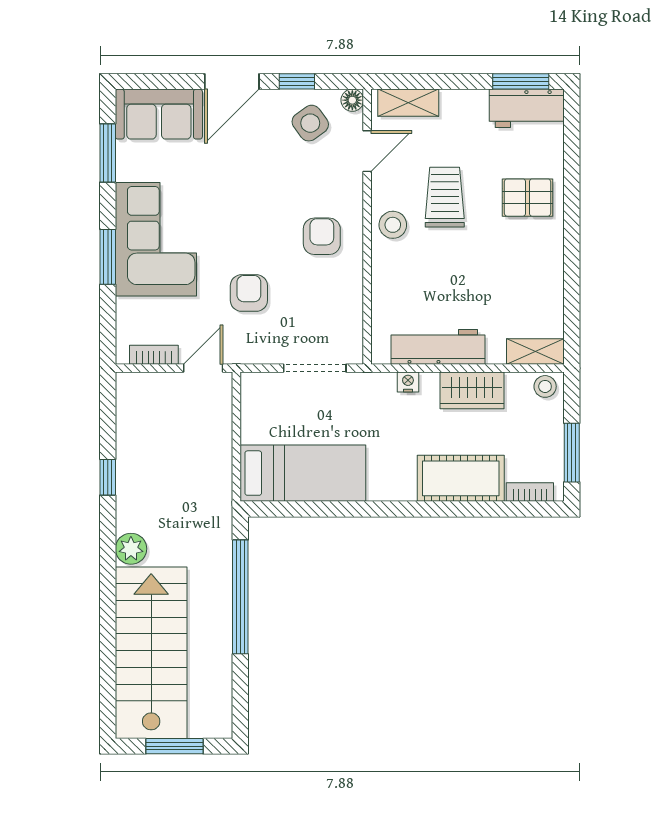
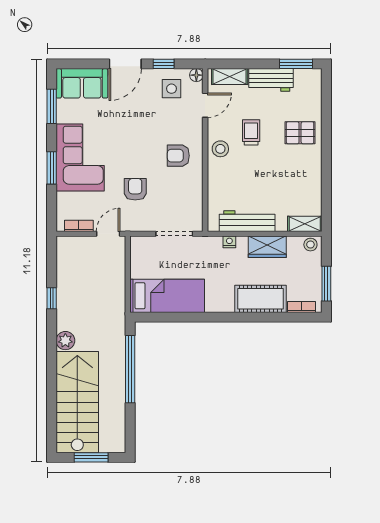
workbench: (527, 108) -> (271, 80), moved
side table: (310, 123) -> (171, 89), turned 36
trolley: (445, 197) -> (251, 132), width x0.73, depth x0.72
armchair: (322, 236) -> (178, 156), turned -90

